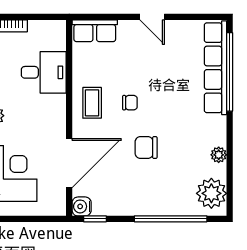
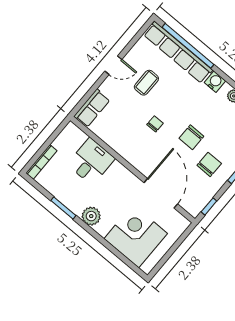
coffee table: (92, 103) -> (146, 83), moved, turned 90
chair: (135, 186) -> (209, 164), added
water cooler: (82, 206) -> (215, 82), moved, turned 180

